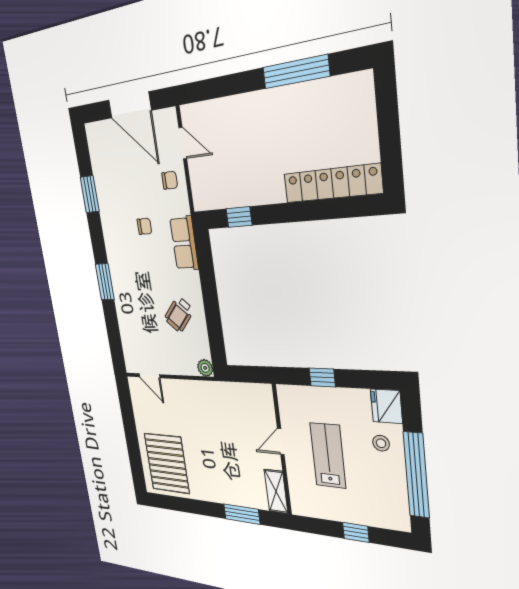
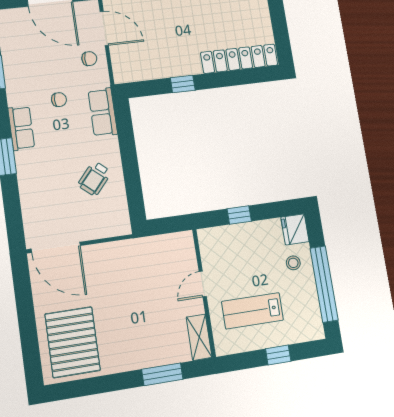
door: (183, 143) -> (104, 28), width x1.38
window: (239, 217) -> (183, 84), moved
row of seats: (115, 254) -> (21, 128), added
plant: (205, 368) -> (123, 227), removed
door: (149, 376) -> (56, 247), width x1.87
lab bench: (328, 456) -> (253, 311), moved, turned -90

